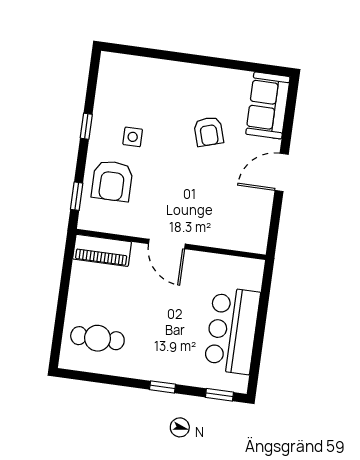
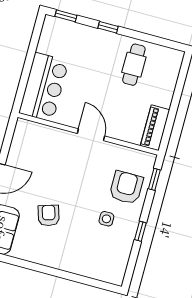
piano: (102, 250) -> (155, 128), moved, turned -90
bar counter: (232, 330) -> (44, 87), moved
cafe table: (97, 338) -> (134, 65), moved, turned 90

